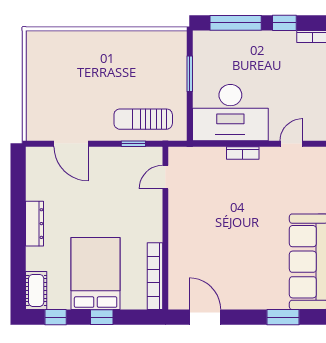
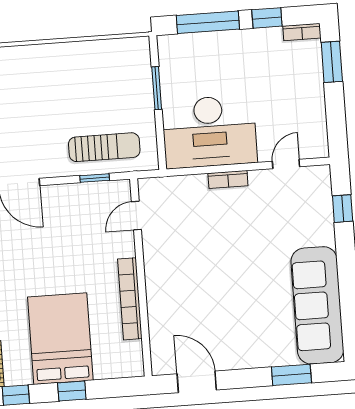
sun lounger: (143, 119) -> (104, 147), turned 180
bookcase: (155, 276) -> (130, 299), moved

